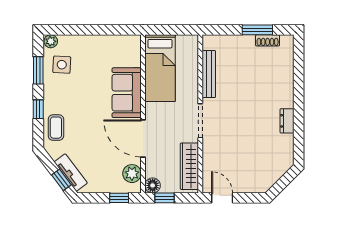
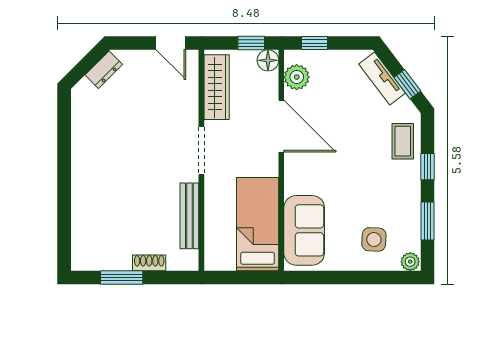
shoe rack: (268, 40) -> (149, 263), moved
side table: (62, 65) -> (374, 239), moved
sofa: (127, 93) -> (304, 230), moved
dresser: (287, 121) -> (104, 70), moved, turned 45
window: (61, 180) -> (407, 84), moved

